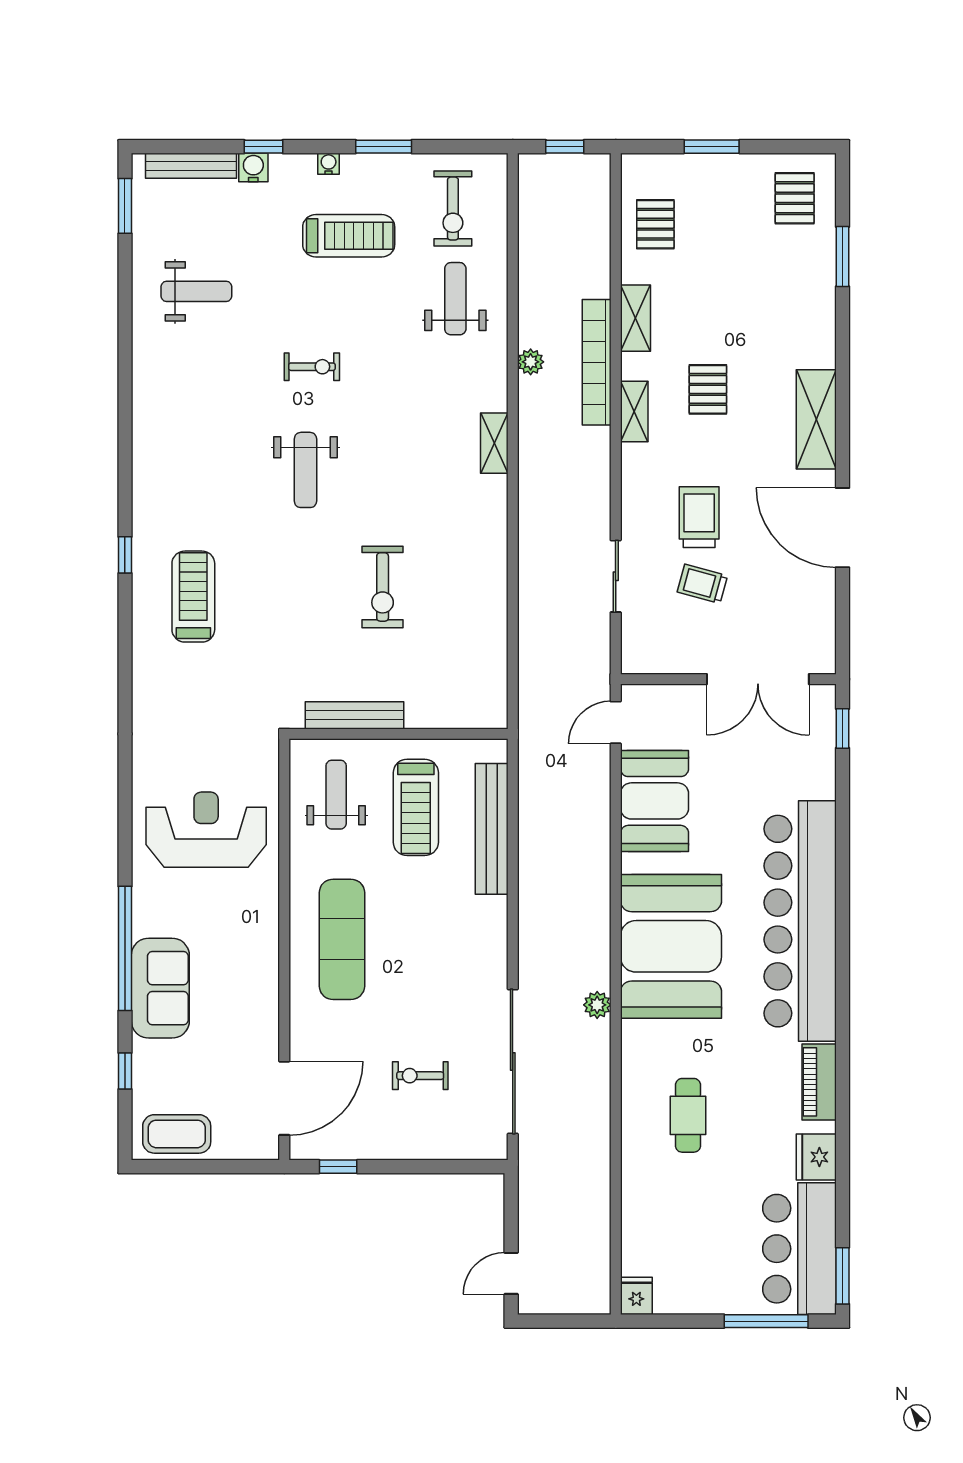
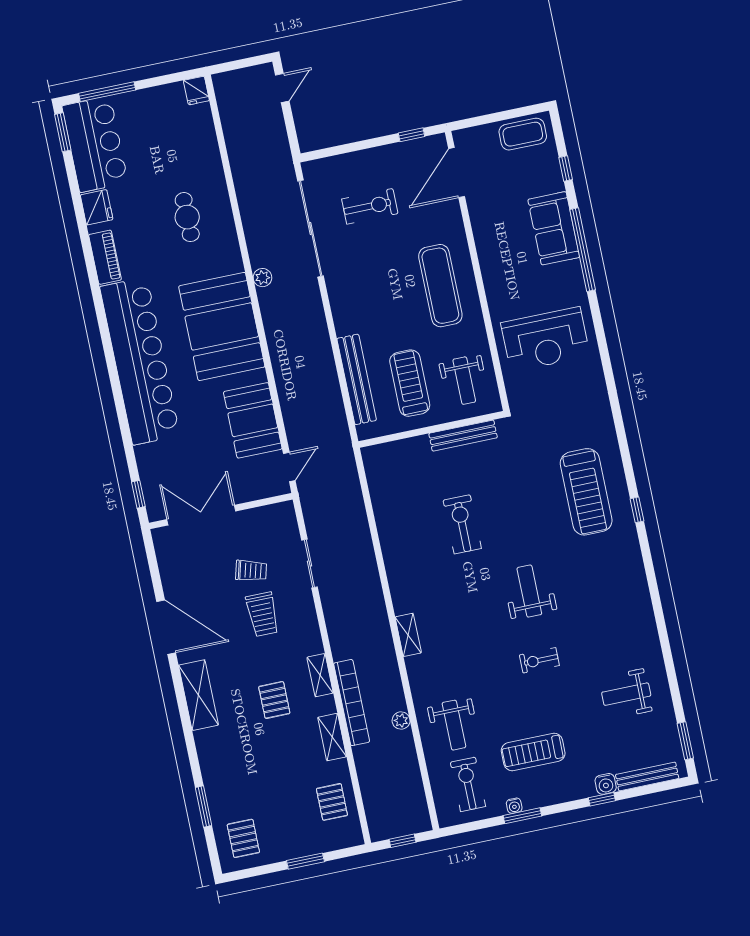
water cooler: (329, 164) -> (514, 806), moved
plant: (531, 362) -> (401, 721), moved
treadmill: (193, 597) -> (586, 492), width x1.37, depth x1.38
exercise bike: (420, 1076) -> (370, 206), width x1.38, depth x1.39

